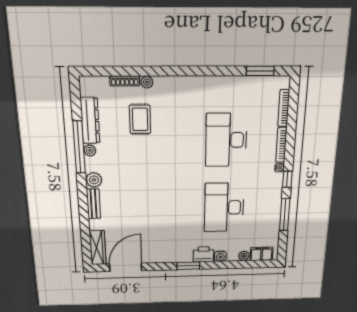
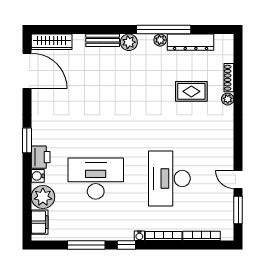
door: (229, 71) -> (238, 180), added
desk: (226, 140) -> (169, 179), turned -90
plant: (244, 256) -> (43, 197), width x1.87, depth x1.87

